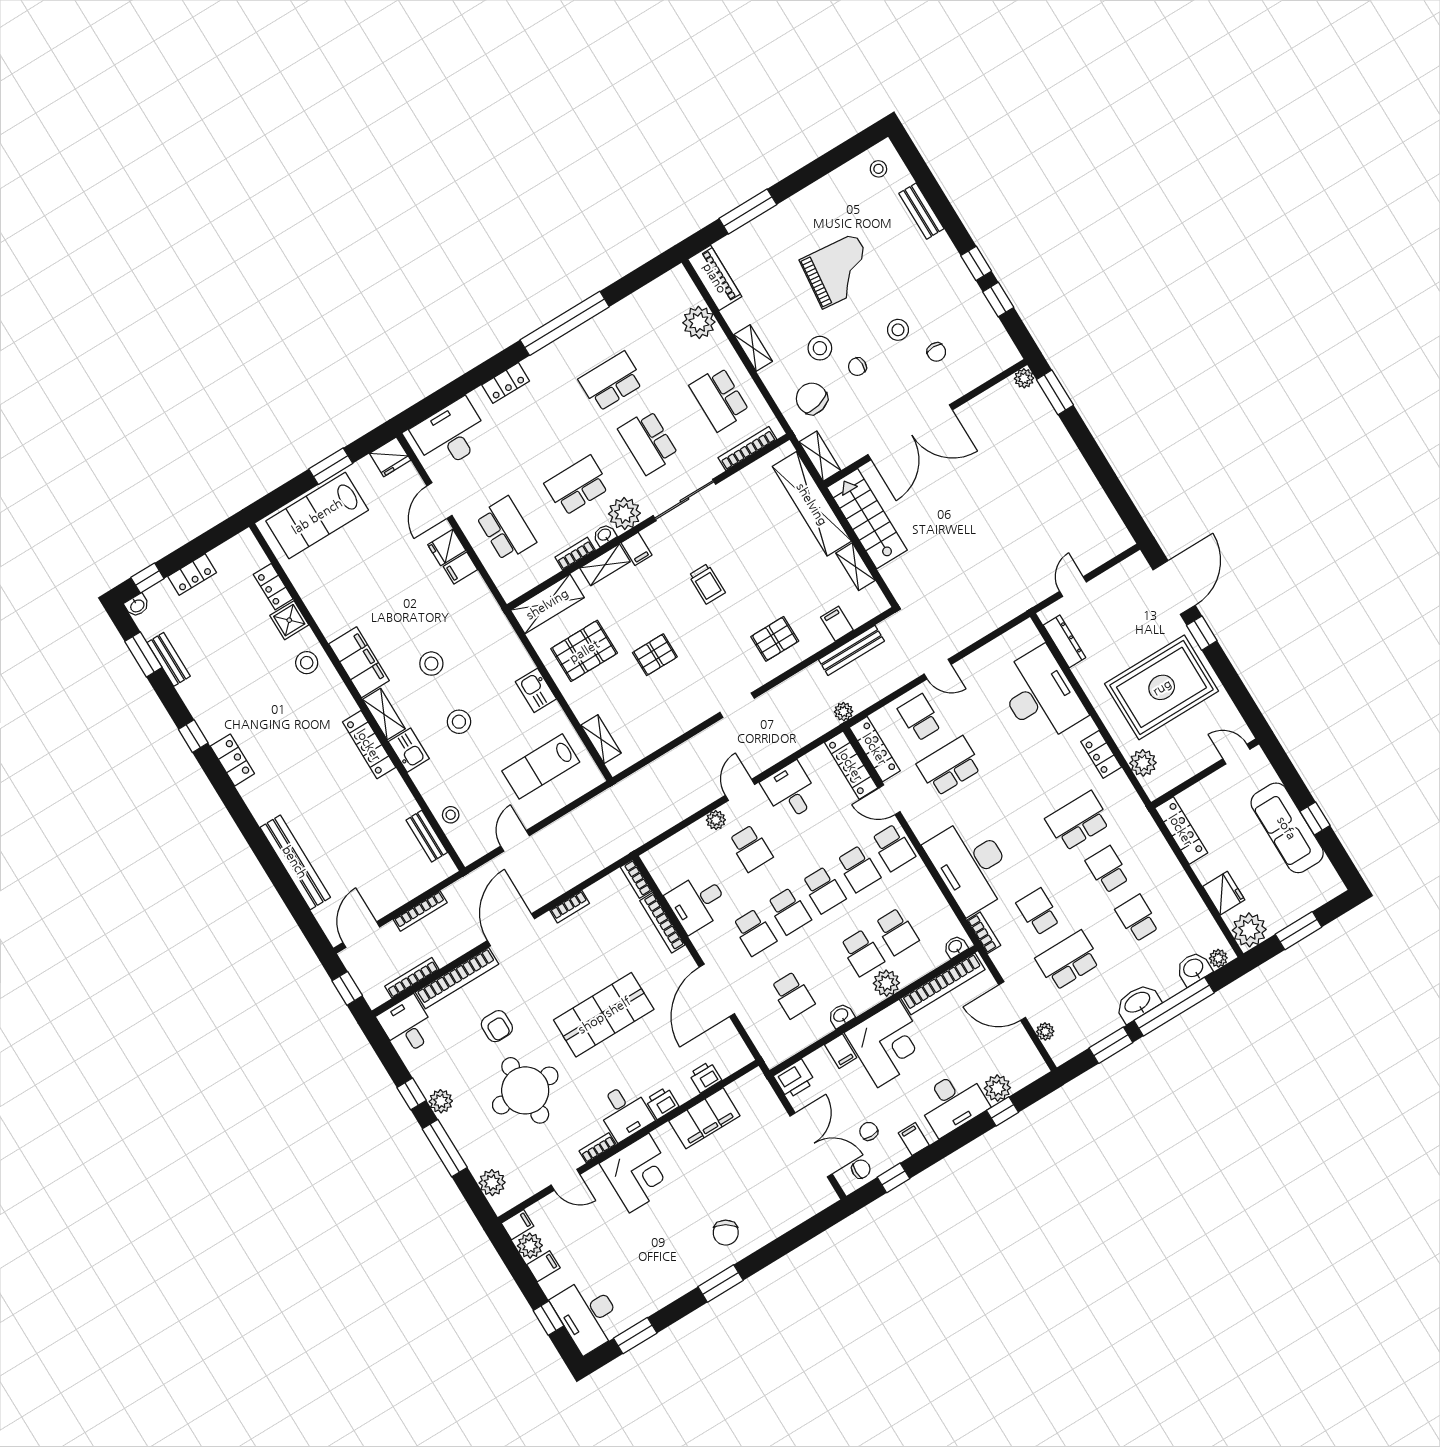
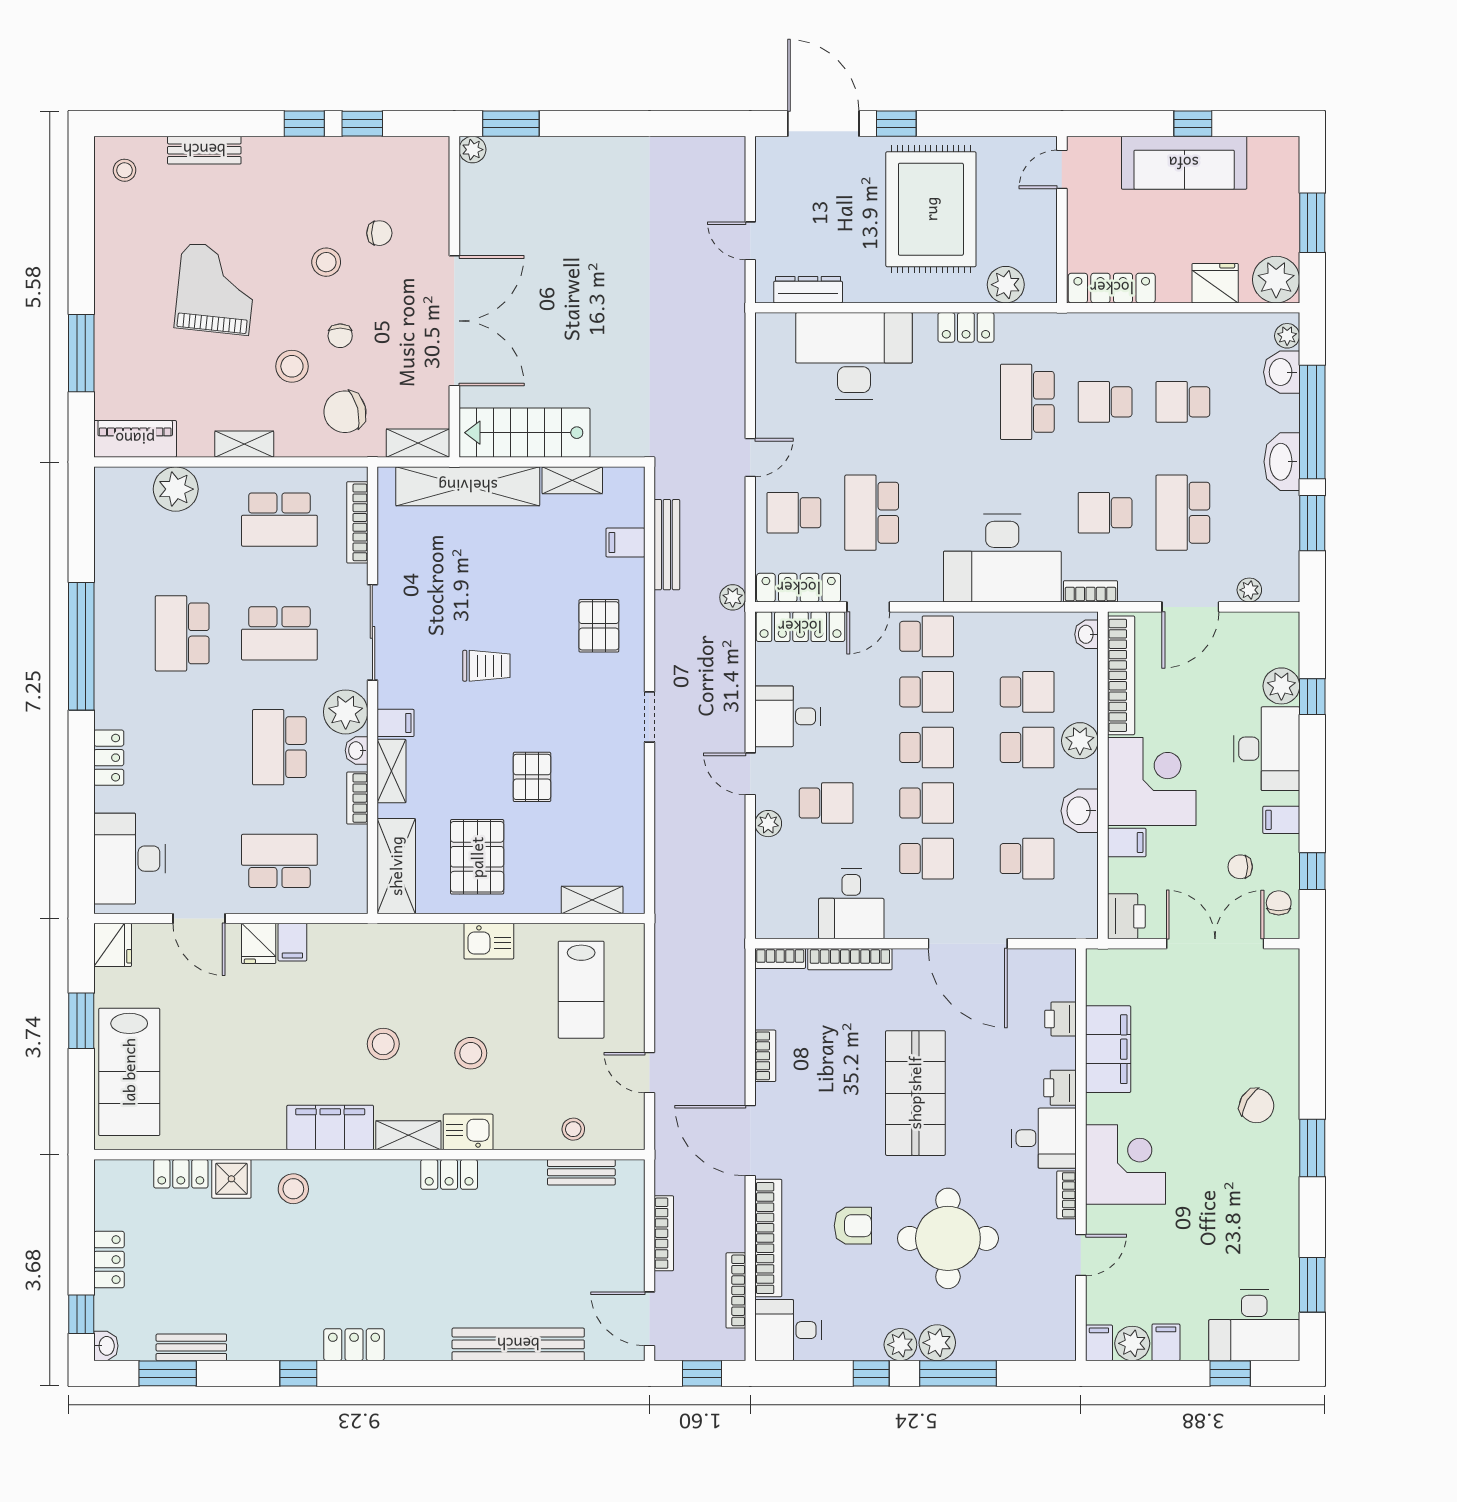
locker: (369, 745) -> (449, 1174), width x0.66
washbasin: (841, 1016) -> (1080, 811), width x1.38, depth x1.45
plant: (492, 1183) -> (937, 1343), moved

